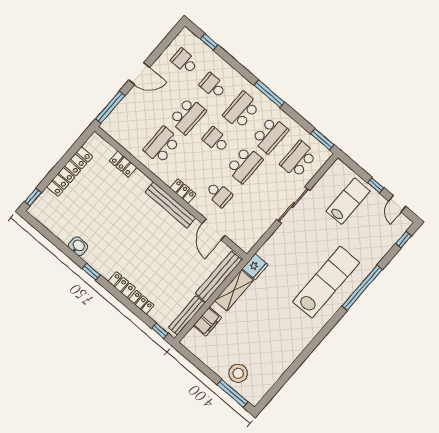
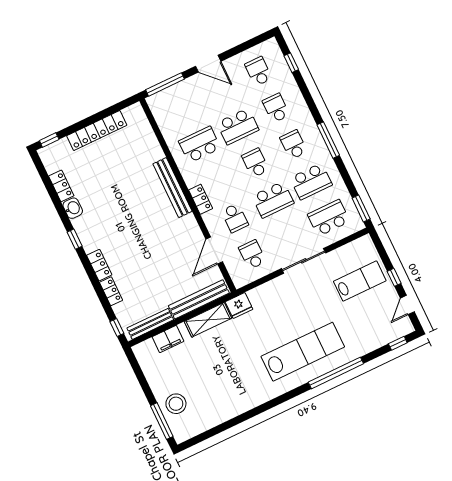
school desk: (241, 110) -> (294, 145), width x0.54
locker: (123, 164) -> (61, 186), moved, turned 180
bench: (170, 205) -> (172, 188), moved
school desk: (247, 219) -> (252, 255), added

